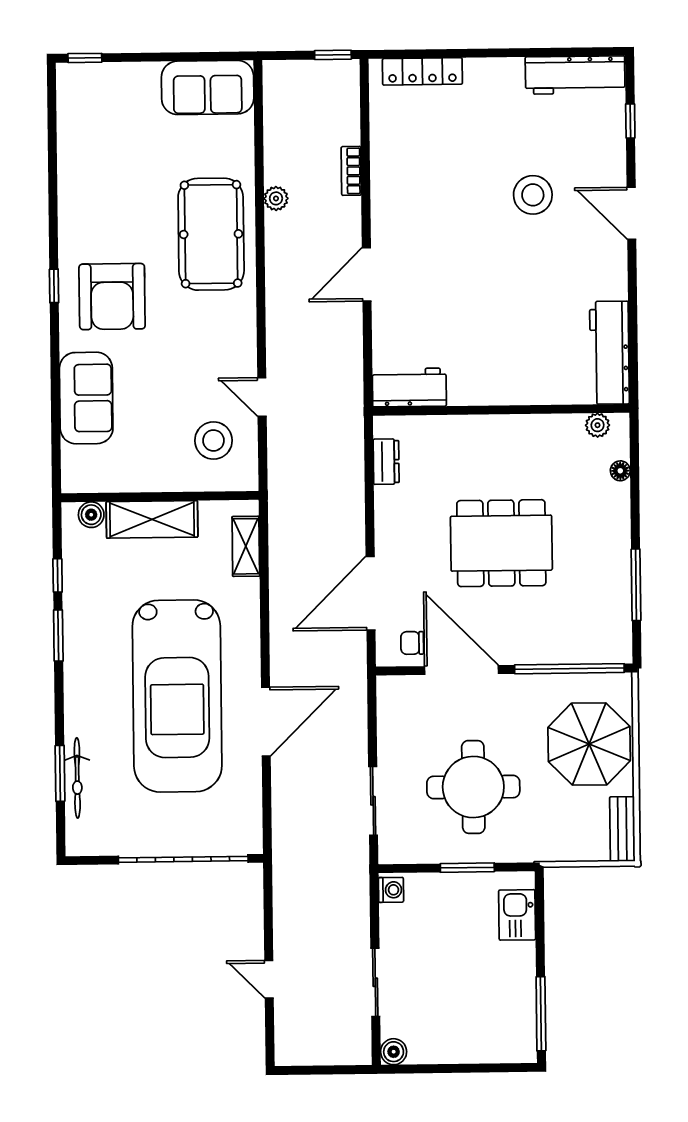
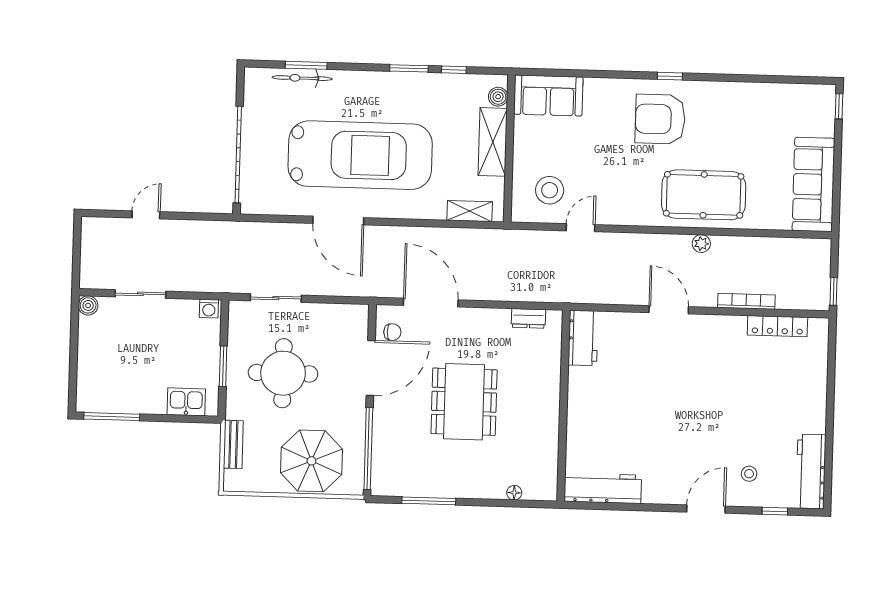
locker: (422, 71) -> (777, 326), moved, turned -90
sofa: (208, 87) -> (813, 184), width x1.36
bookcase: (351, 171) -> (746, 301), width x1.56
stool: (533, 195) -> (749, 474), moved, width x0.53, depth x0.53
plant: (276, 198) -> (701, 244), moved
sofa: (86, 398) -> (548, 96), moved
plant: (598, 425) -> (549, 477), removed
chair: (412, 643) -> (392, 332), turned 90
car: (177, 696) -> (360, 155), turned 180
bench: (622, 829) -> (233, 444), moved, turned 90

